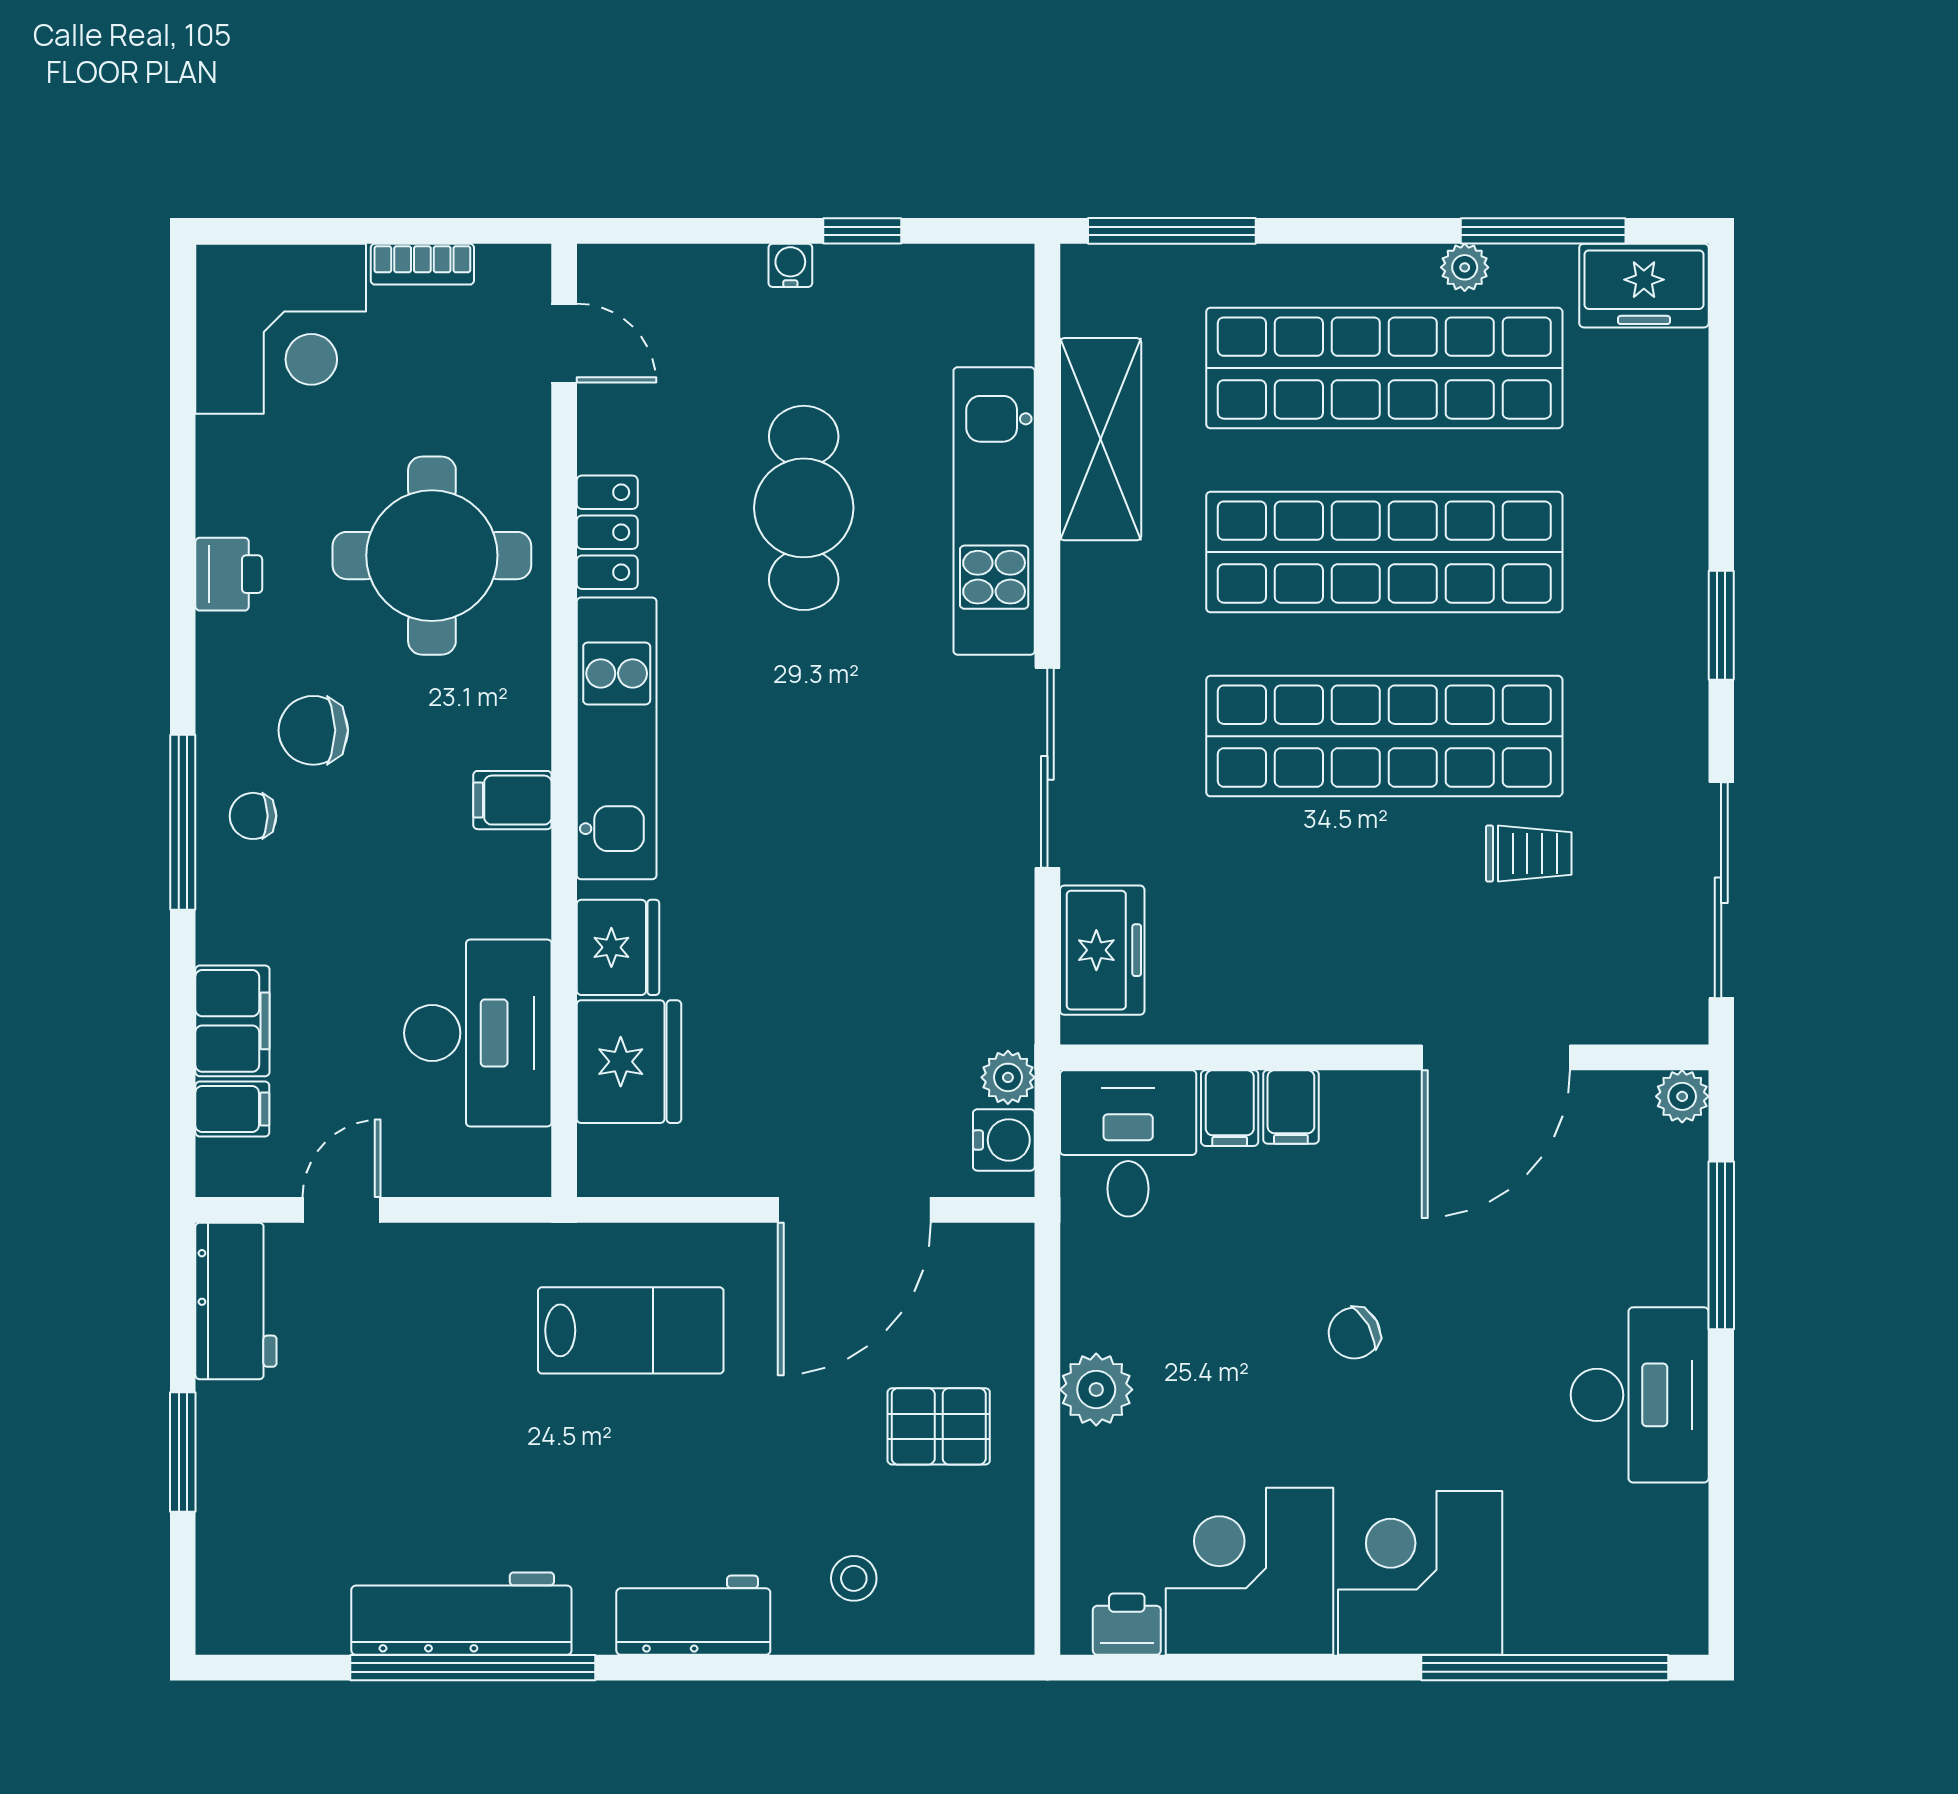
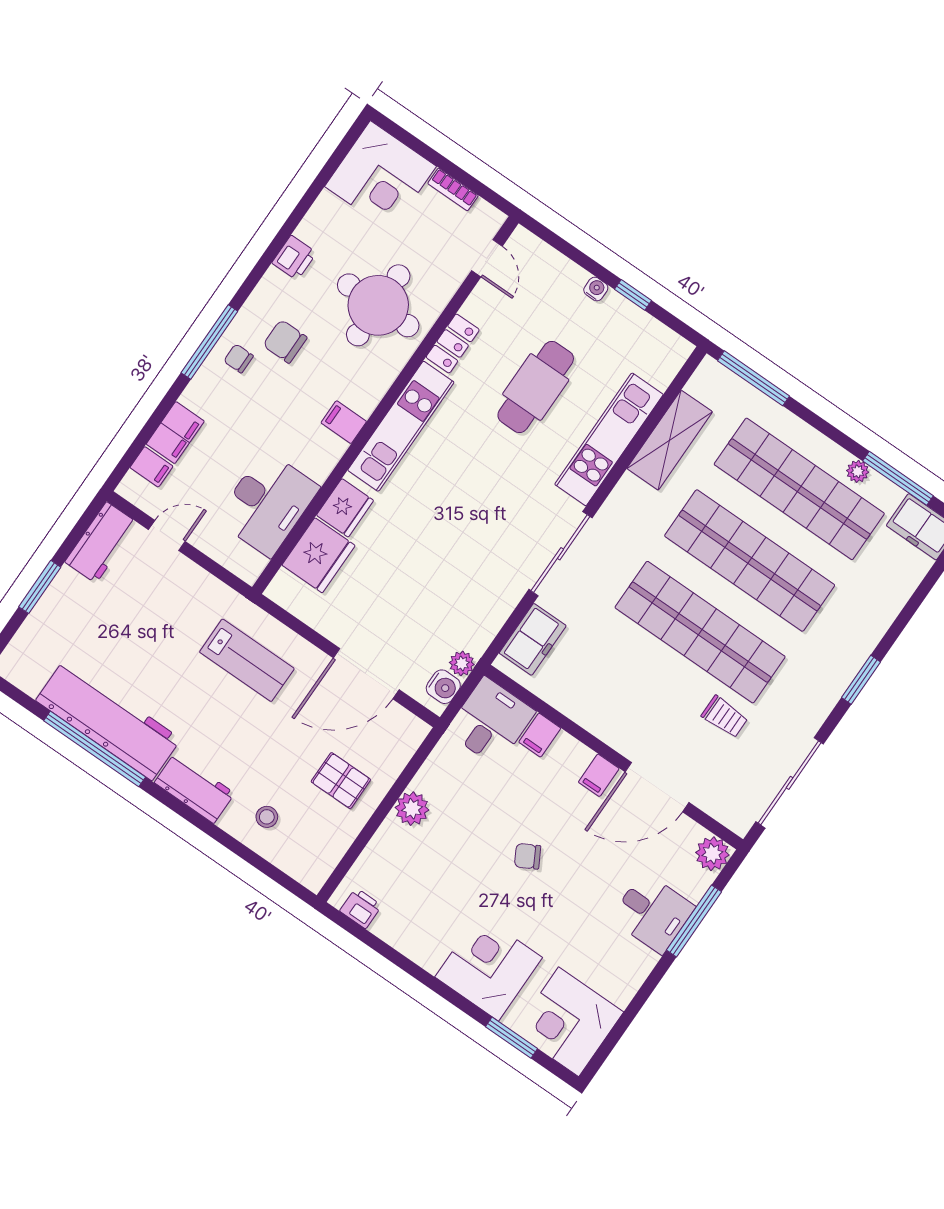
plant: (1682, 1096) -> (712, 854), width x1.38, depth x1.38
filing cabinet: (1291, 1107) -> (599, 775), moved
desk: (1640, 1395) -> (653, 913), moved, width x0.73
corner desk: (1249, 1571) -> (569, 1022), moved, turned -90
workbench: (461, 1614) -> (108, 720), width x1.36, depth x1.32
window: (1545, 1668) -> (512, 1038), width x0.47

